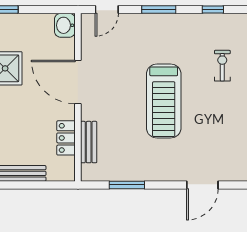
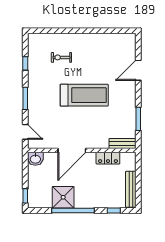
bench: (89, 142) -> (122, 143), moved
door: (202, 185) -> (138, 70), swing flipped

